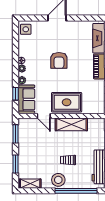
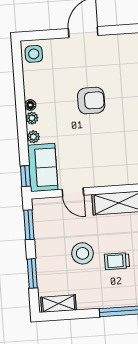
armchair: (59, 60) -> (91, 101), turned -90
window: (15, 94) -> (25, 176), moved
rug: (67, 102) -> (108, 168), removed
stool: (58, 180) -> (82, 253), moved

